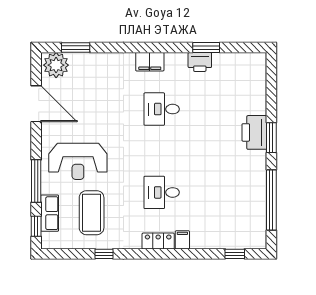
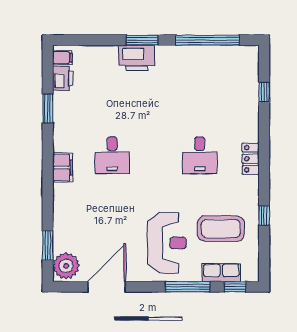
printer: (200, 62) -> (63, 78), moved
filing cabinet: (182, 240) -> (62, 58), moved, turned 180
window: (235, 254) -> (264, 92), moved

